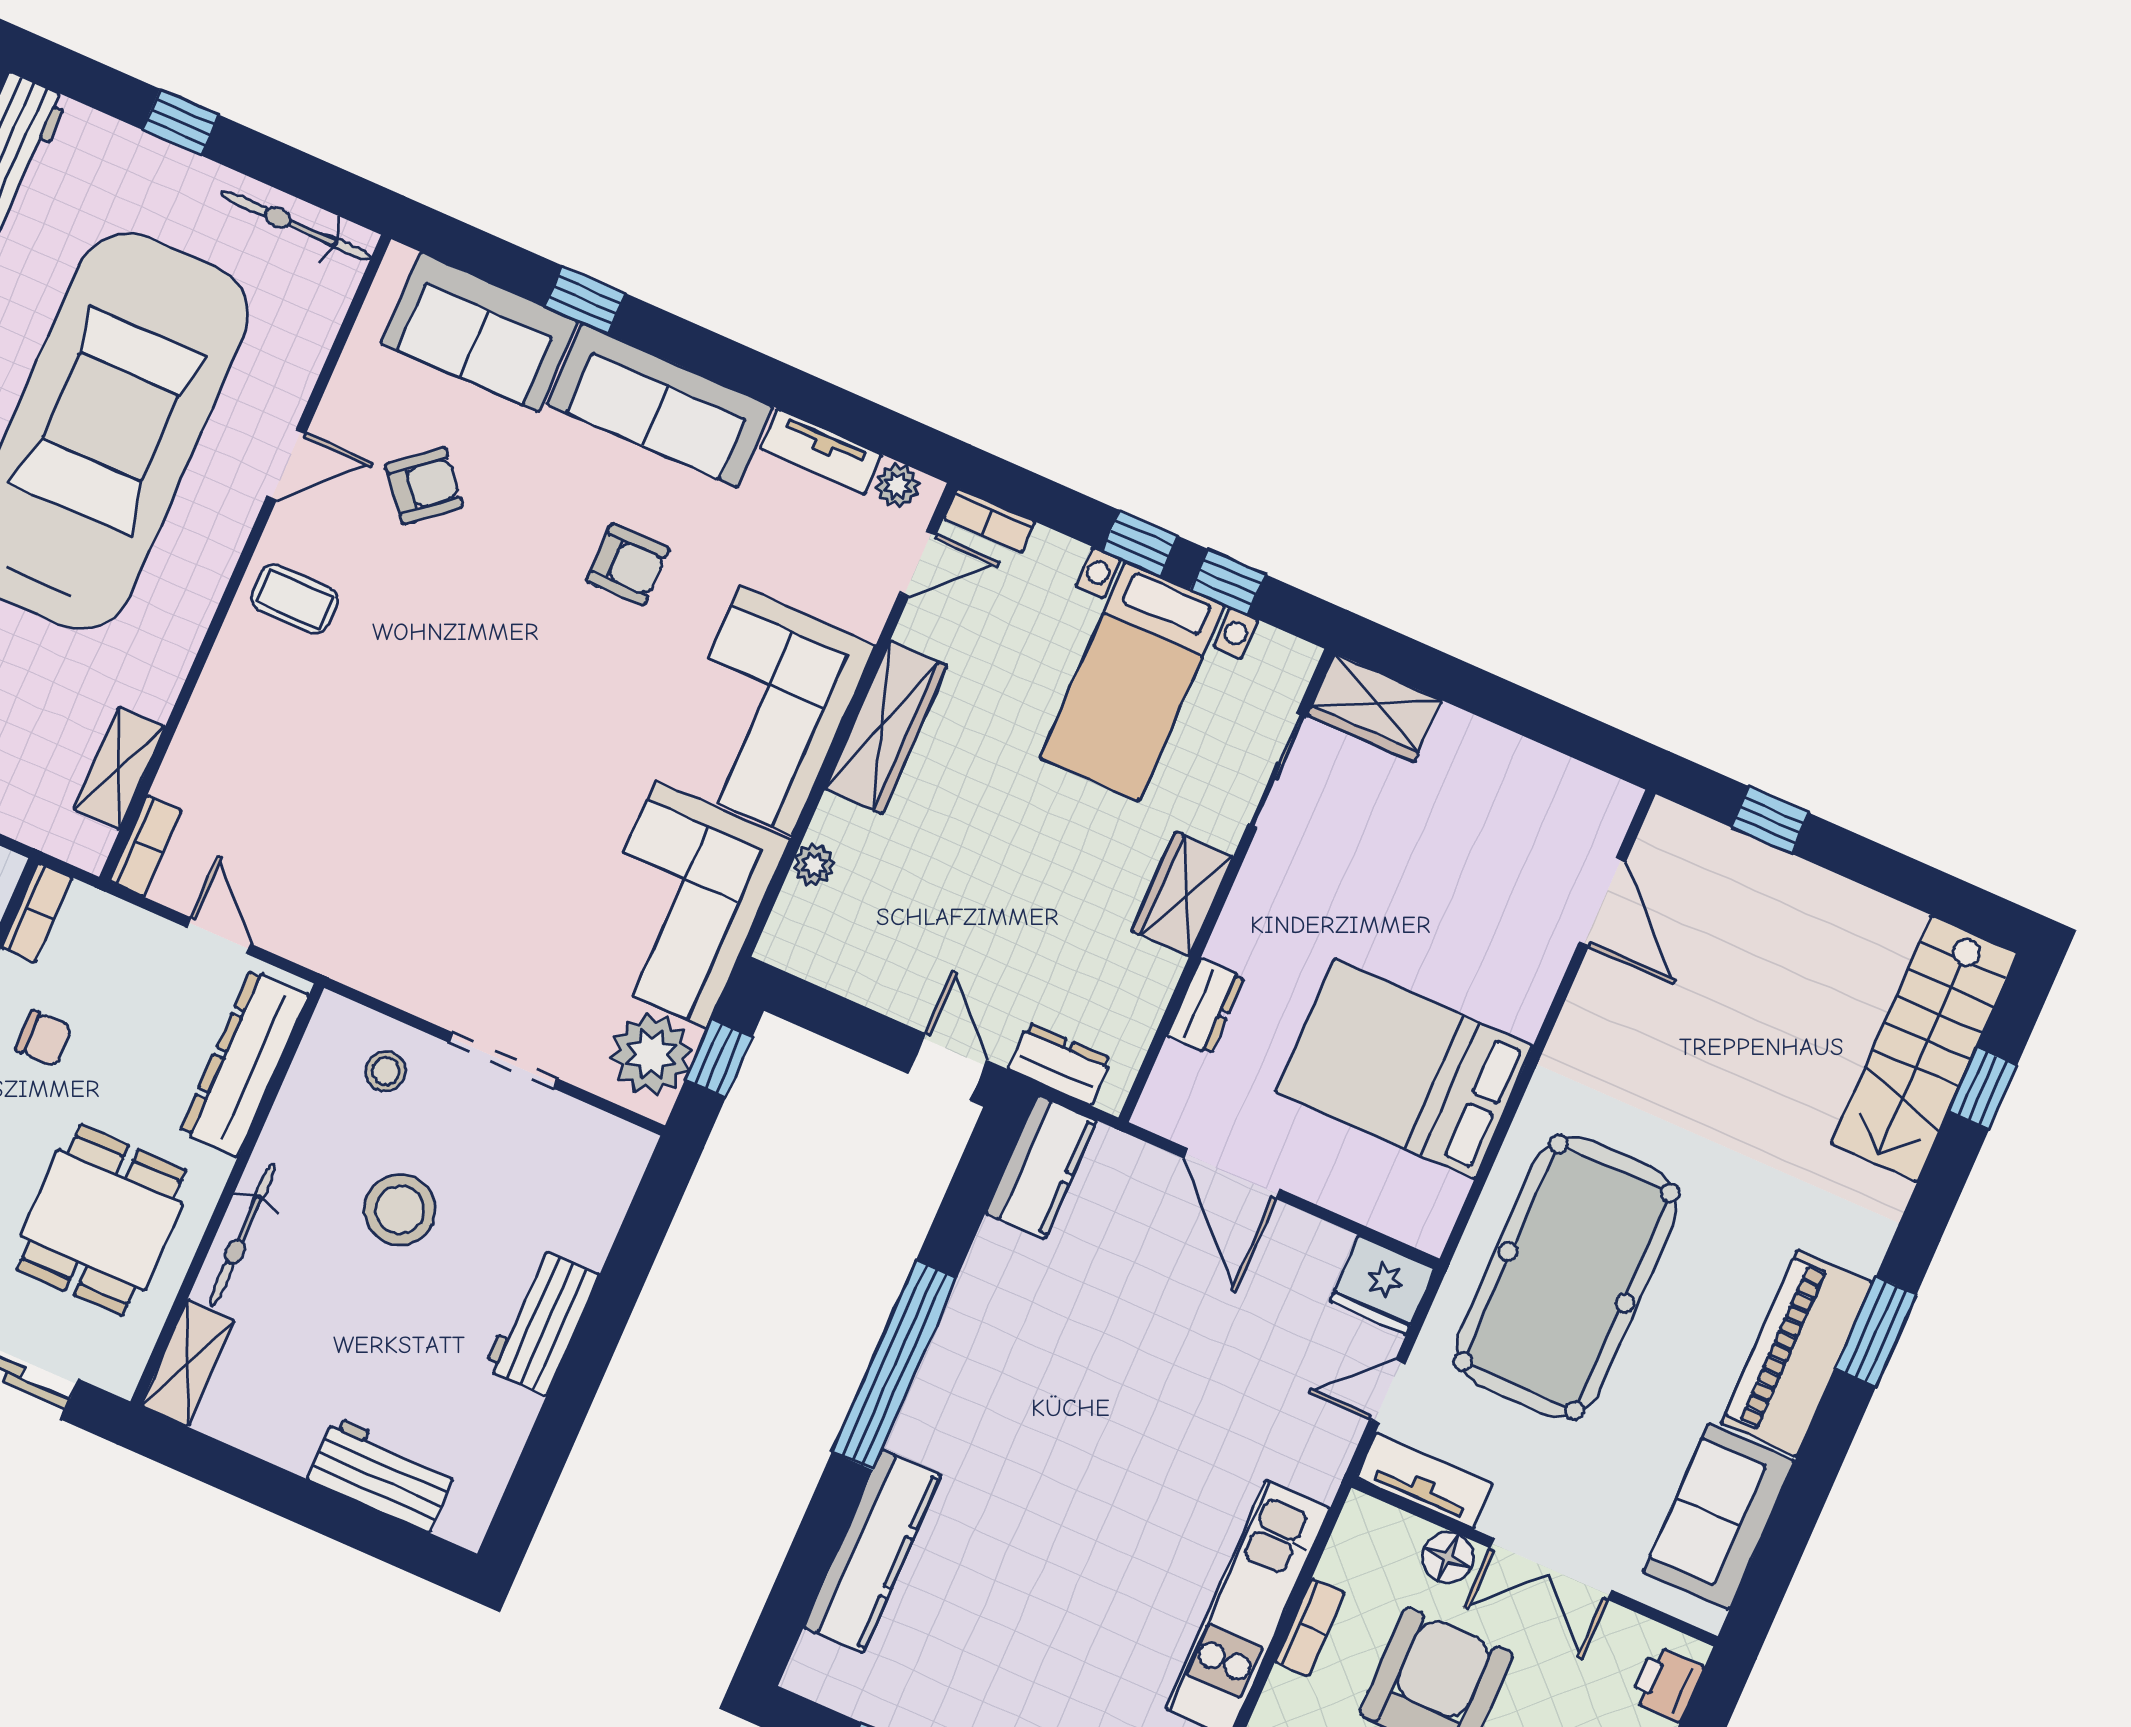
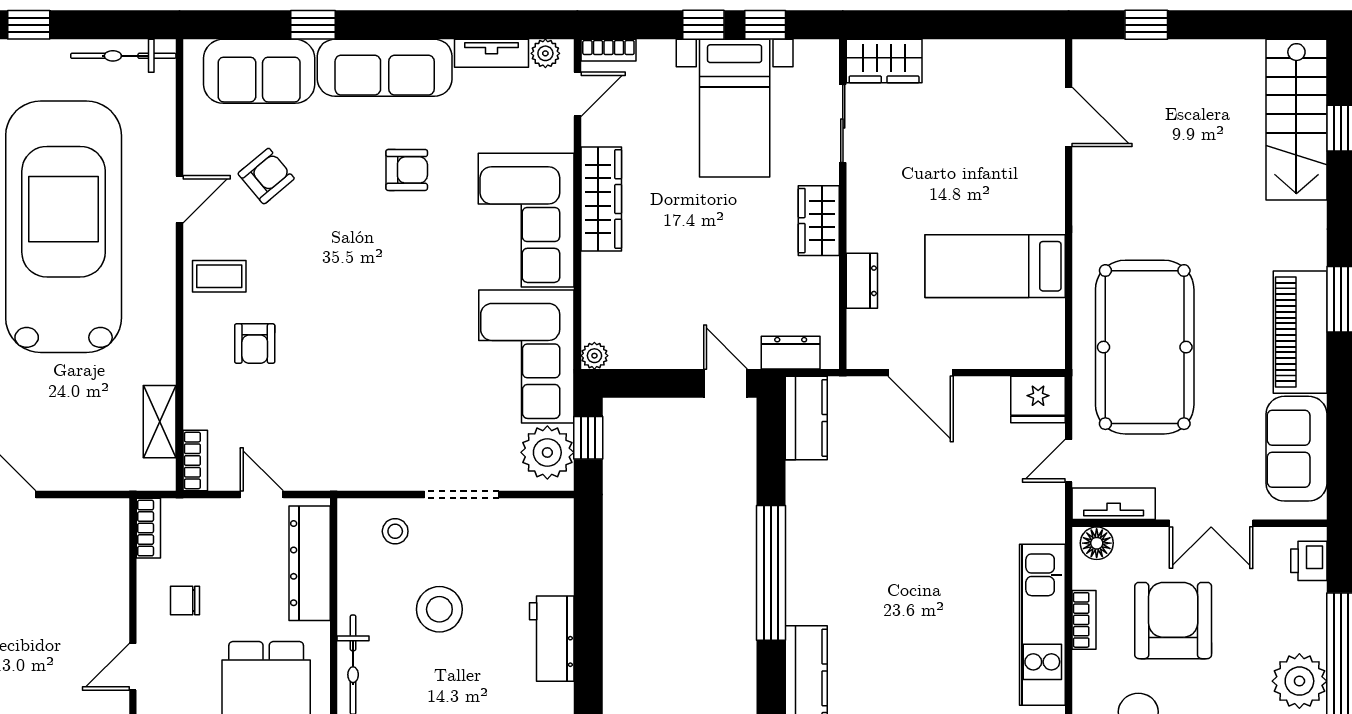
armchair: (303, 717) -> (255, 344), added
plant: (814, 865) -> (594, 356), moved
chair: (44, 1038) -> (185, 600), turned 180
bed: (1404, 1069) -> (995, 266), width x0.67
floor lamp: (1448, 1558) -> (1097, 543), moved

